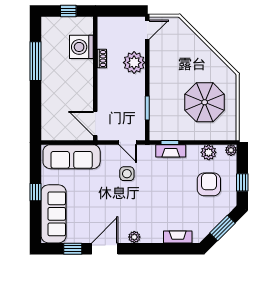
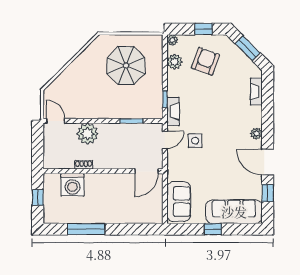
fireplace: (171, 151) -> (173, 111), moved
sofa: (72, 157) -> (179, 202), width x0.73
armchair: (209, 184) -> (205, 61), turned 110

